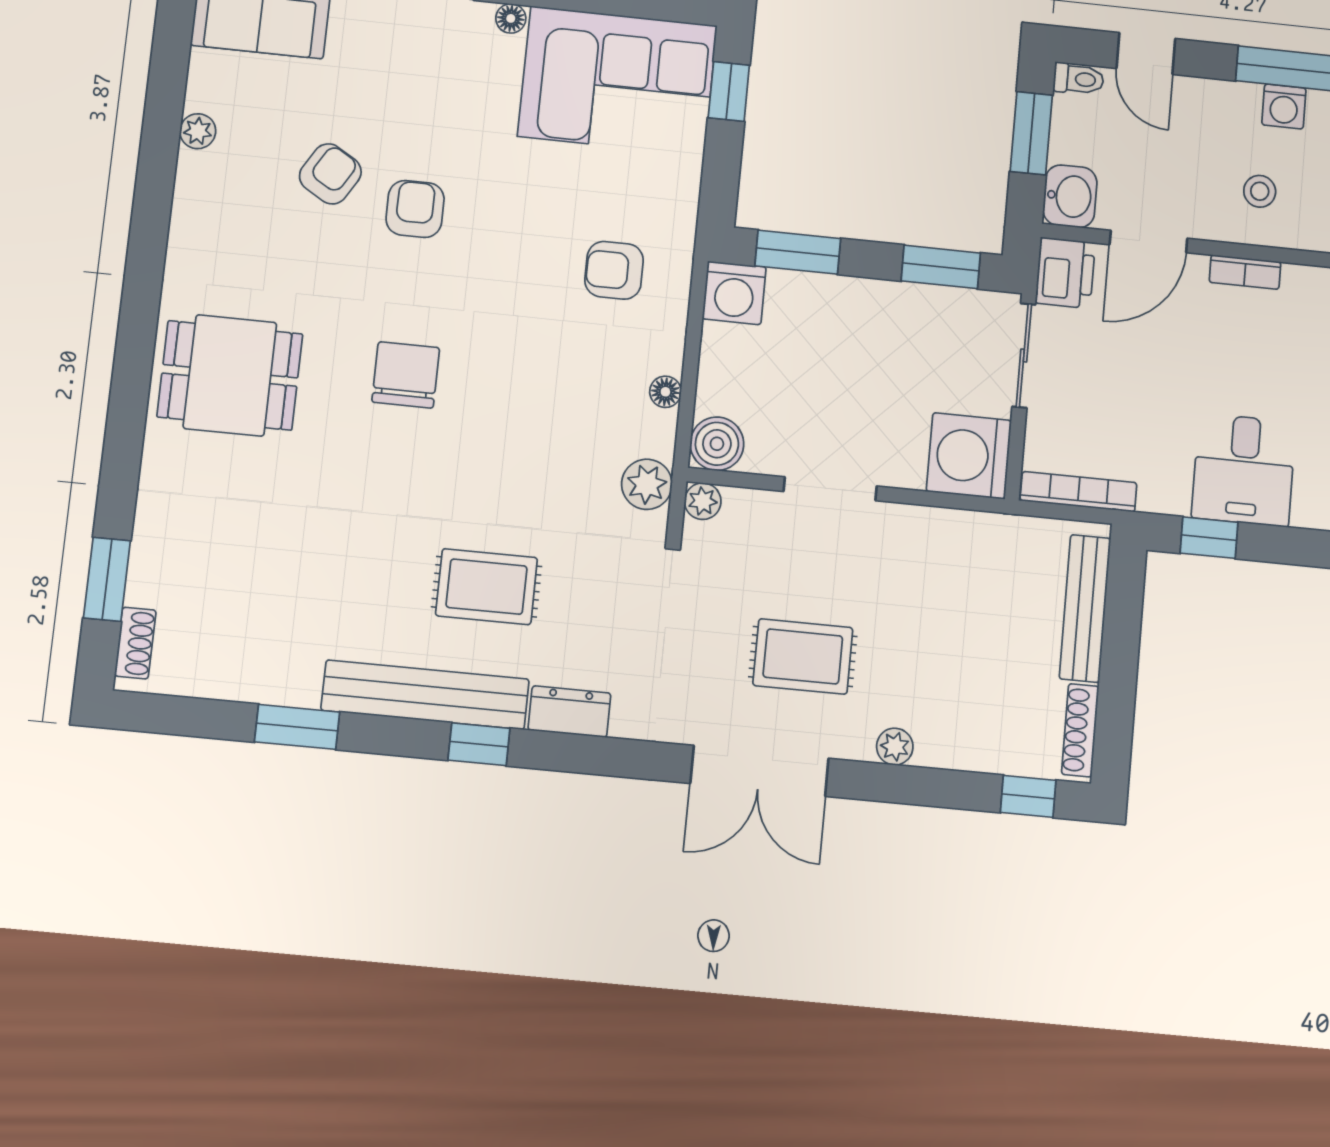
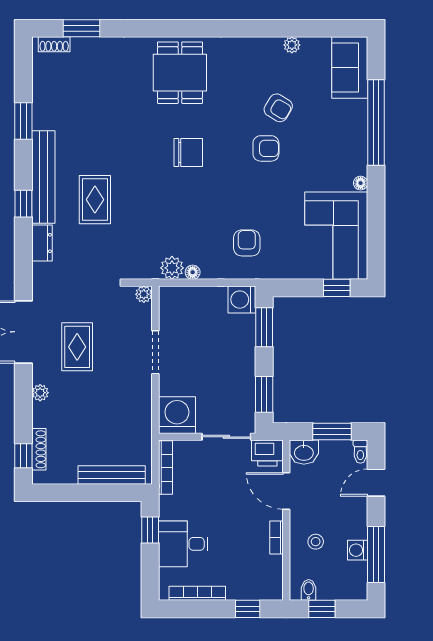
boiler: (717, 444) -> (171, 298), removed
plant: (647, 484) -> (172, 268), moved
shoe rack: (1080, 730) -> (39, 449), moved, turned 90

